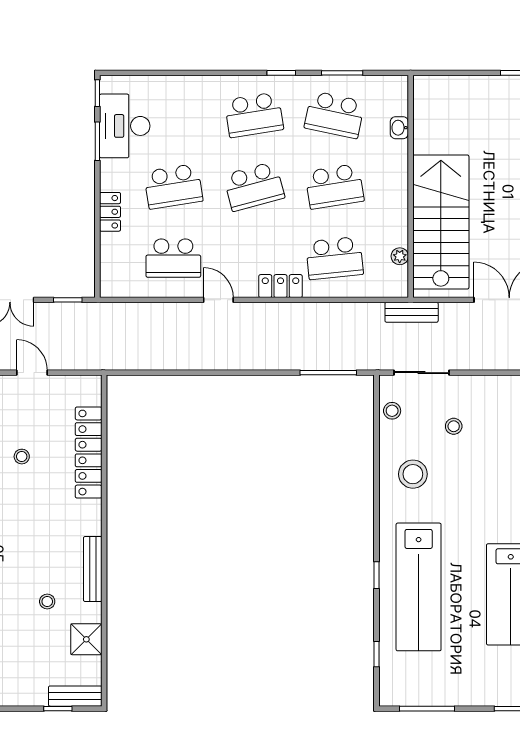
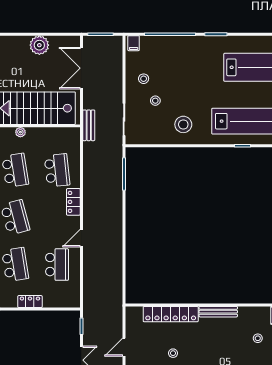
plant: (400, 256) -> (20, 132), moved
stool: (392, 411) -> (144, 79), moved
bench: (93, 569) -> (218, 312), moved

